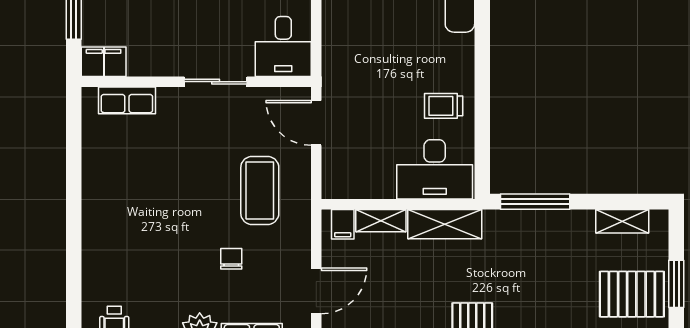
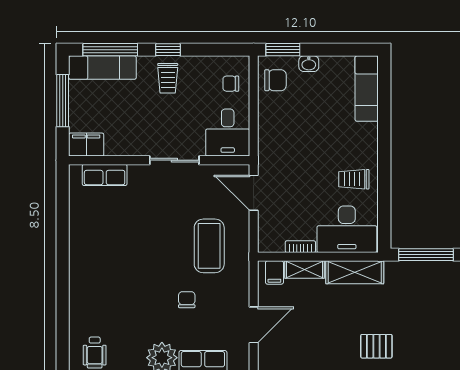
bookcase: (376, 191) -> (300, 247), added

